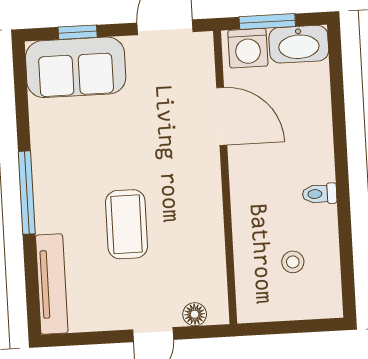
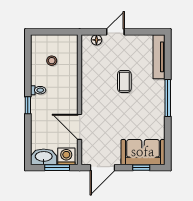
window: (341, 158) -> (28, 105), added
coffee table: (127, 224) -> (124, 81), width x0.73, depth x0.77

